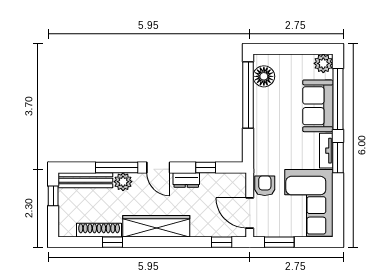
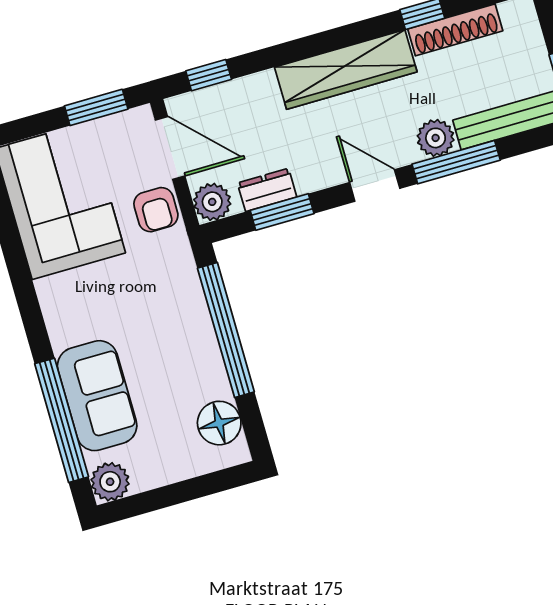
window: (248, 95) -> (226, 330), moved
tv unit: (326, 151) -> (56, 313), removed
window: (338, 158) -> (29, 306), removed
window: (206, 168) -> (282, 212), width x1.50
dresser: (186, 180) -> (267, 190), moved
plant: (237, 182) -> (212, 202), added

